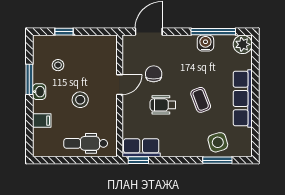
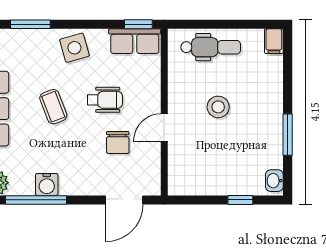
stool: (58, 65) -> (249, 154), removed
washbasin: (39, 92) -> (274, 181), moved
filing cabinet: (42, 121) -> (274, 41), moved, turned -90
side table: (218, 142) -> (74, 48), moved

